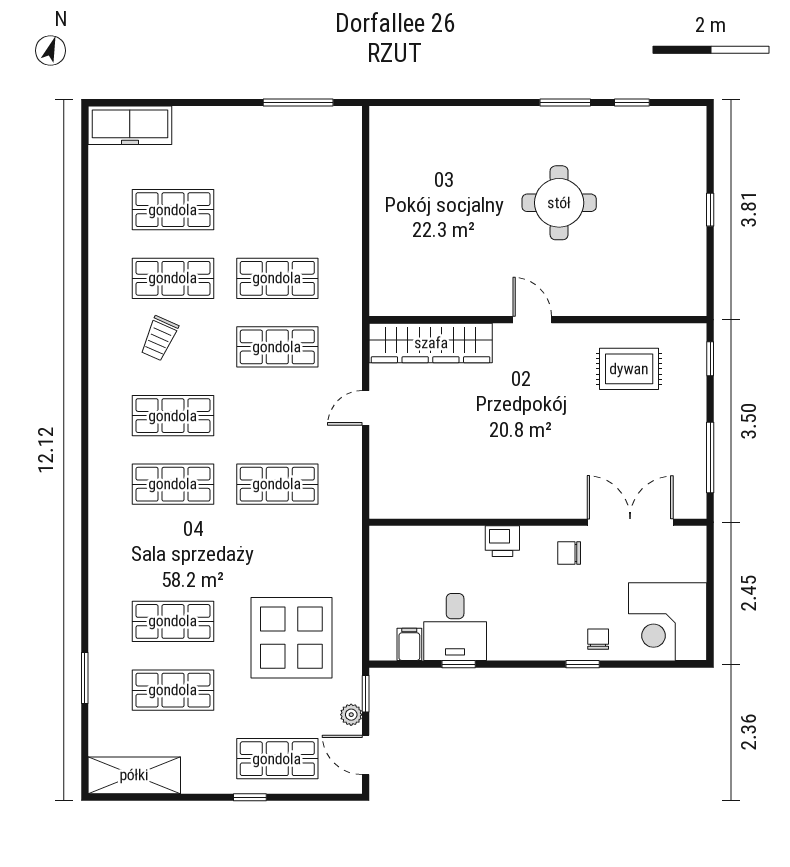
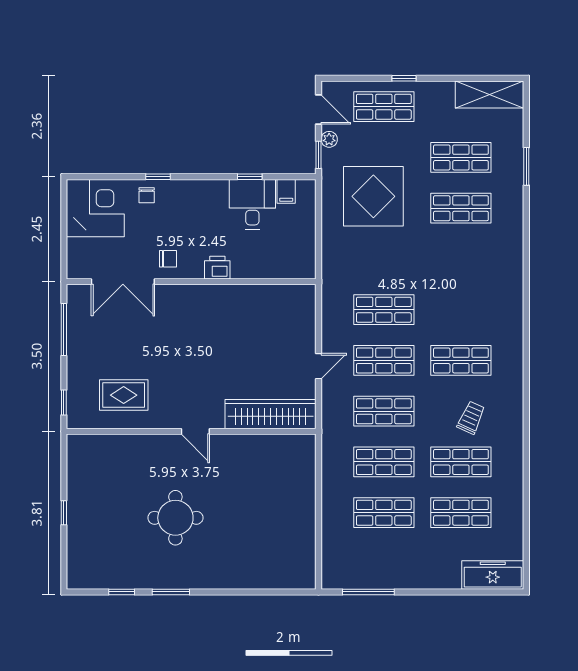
shop shelf: (277, 210) -> (384, 513), added
shop shelf: (173, 484) -> (384, 360), moved

